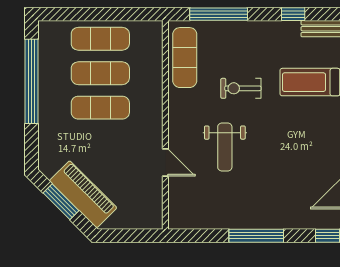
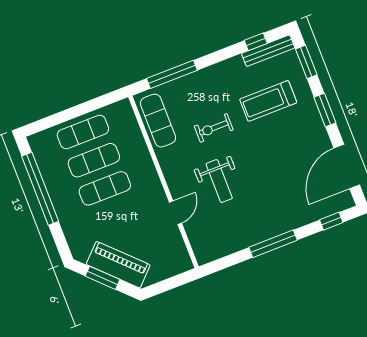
window: (293, 14) -> (256, 42), moved
door: (165, 163) -> (175, 213), hinge flipped

